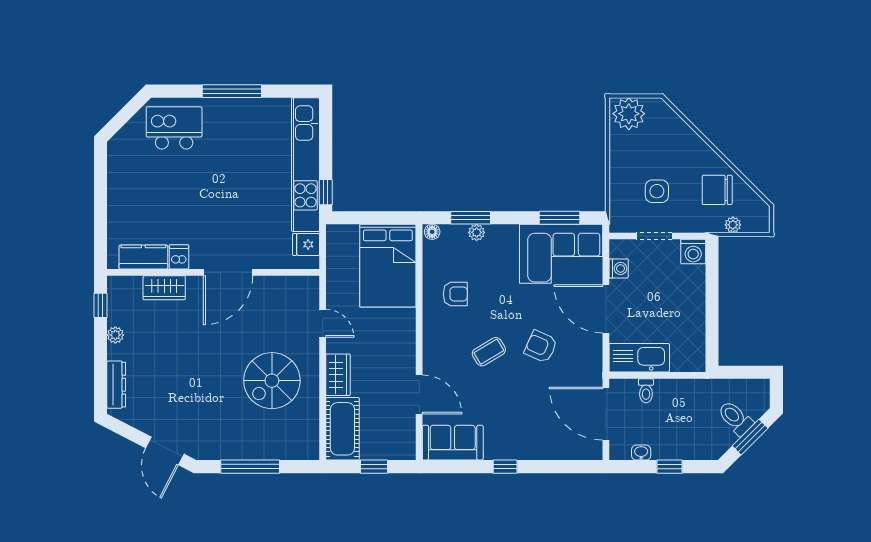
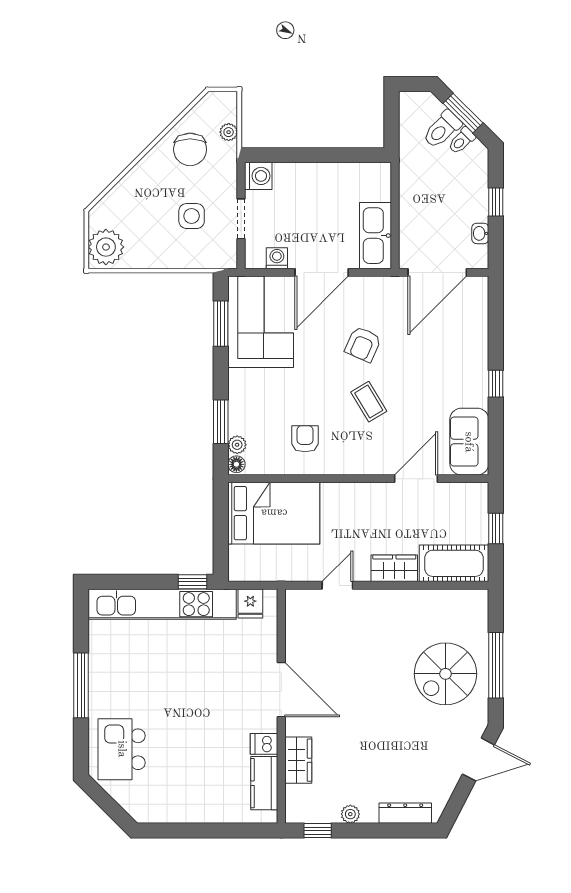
plant: (477, 232) -> (237, 445), moved
spiral stairs: (272, 381) -> (445, 674), moved, turned 90
toilet: (646, 391) -> (462, 141), moved, turned 135

